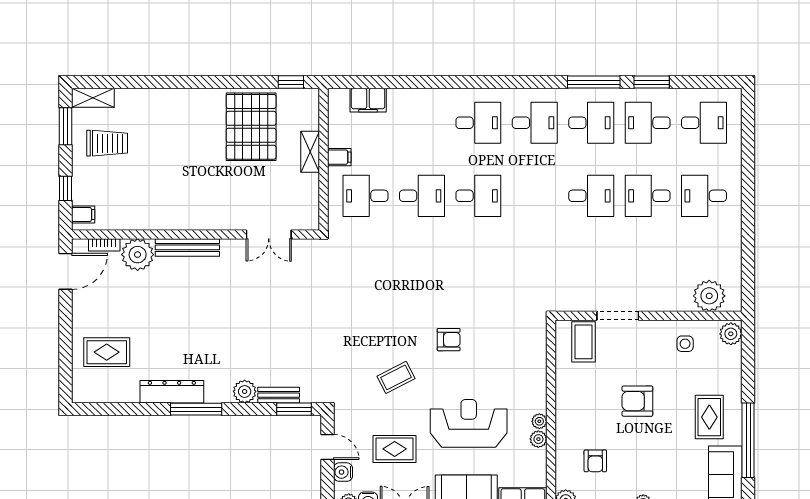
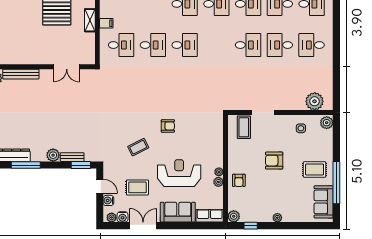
desk: (366, 196) -> (121, 45), turned 180
rug: (709, 417) -> (315, 170), turned 90
armchair: (595, 461) -> (239, 180), moved

